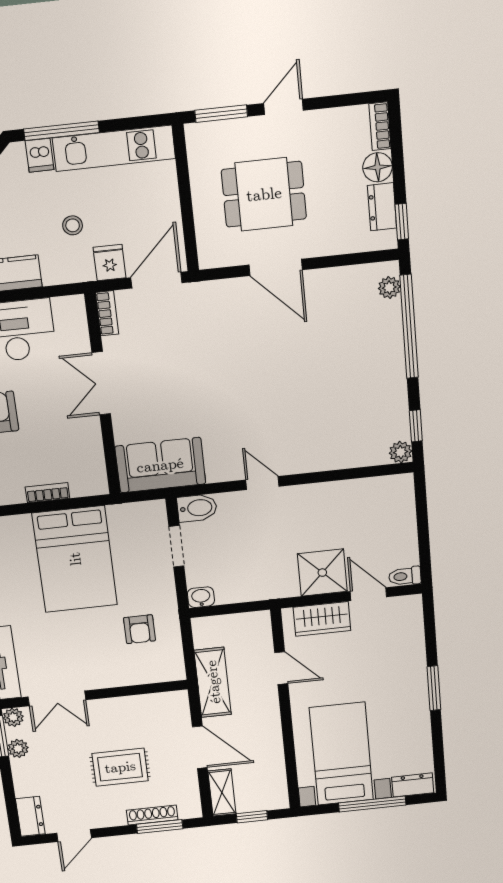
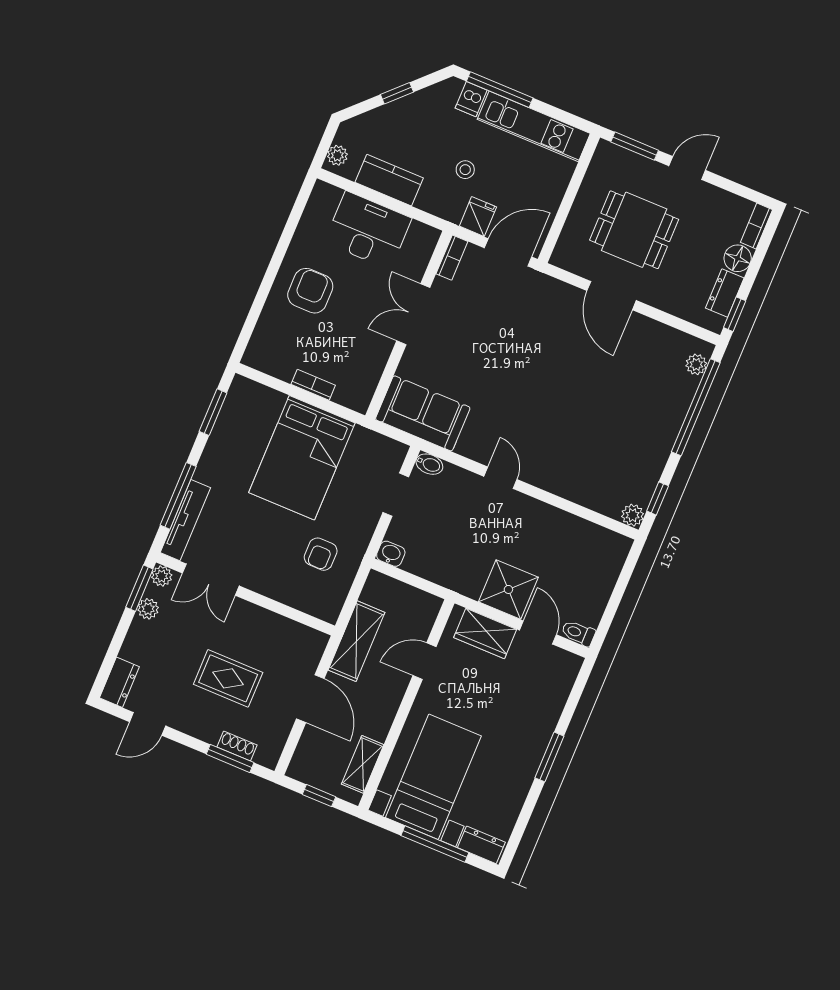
bidet: (197, 508) -> (429, 464), width x0.72, depth x0.74
door: (281, 668) -> (424, 661), swing flipped
shelving: (222, 792) -> (363, 764), moved
shoe rack: (152, 815) -> (237, 746), width x0.70

